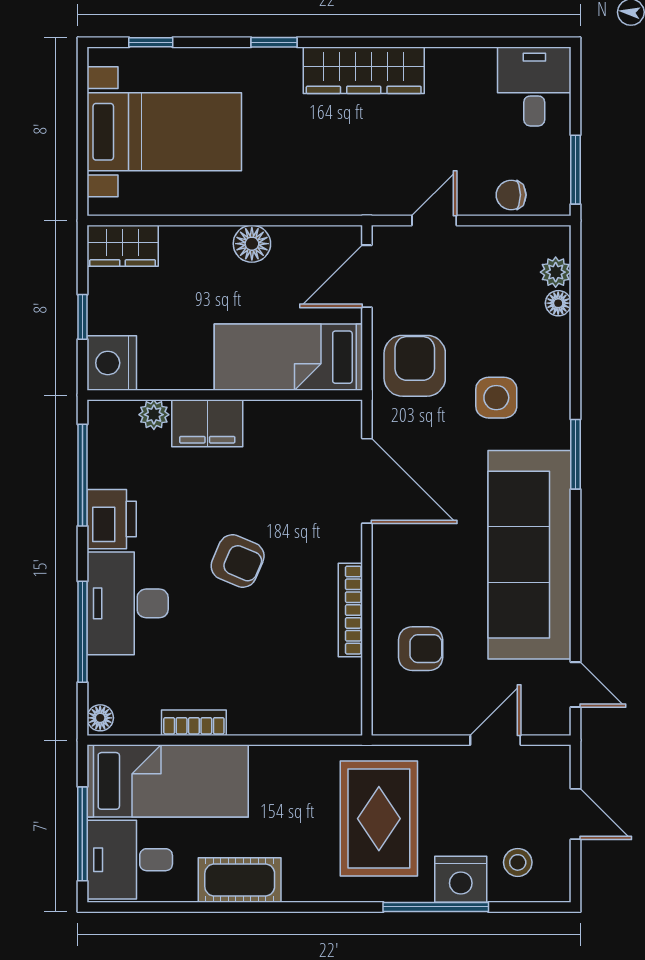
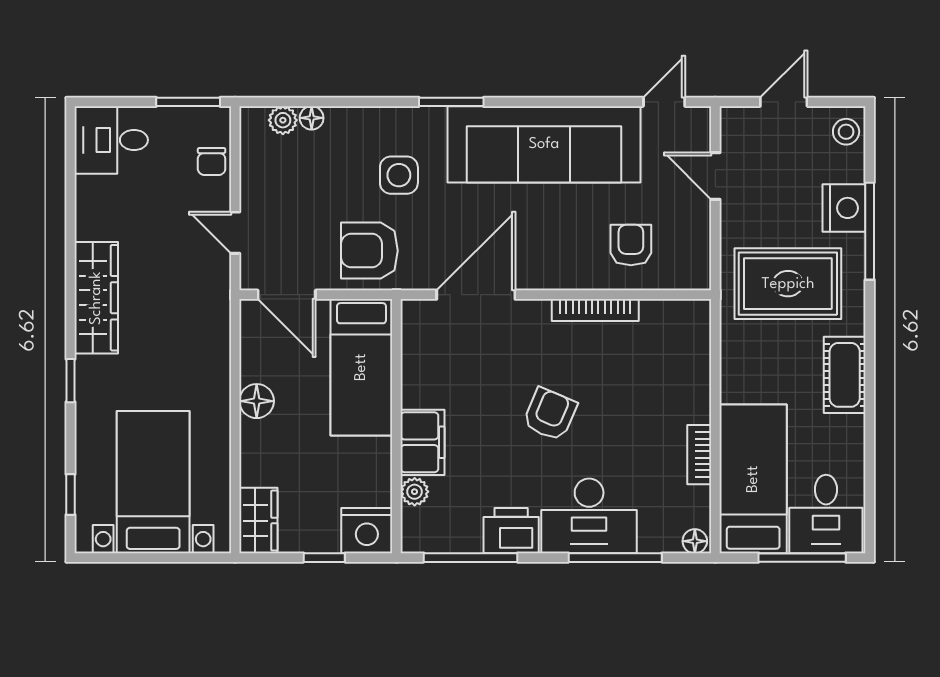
stool: (518, 862) -> (846, 132), moved
cot: (240, 880) -> (845, 375), moved

